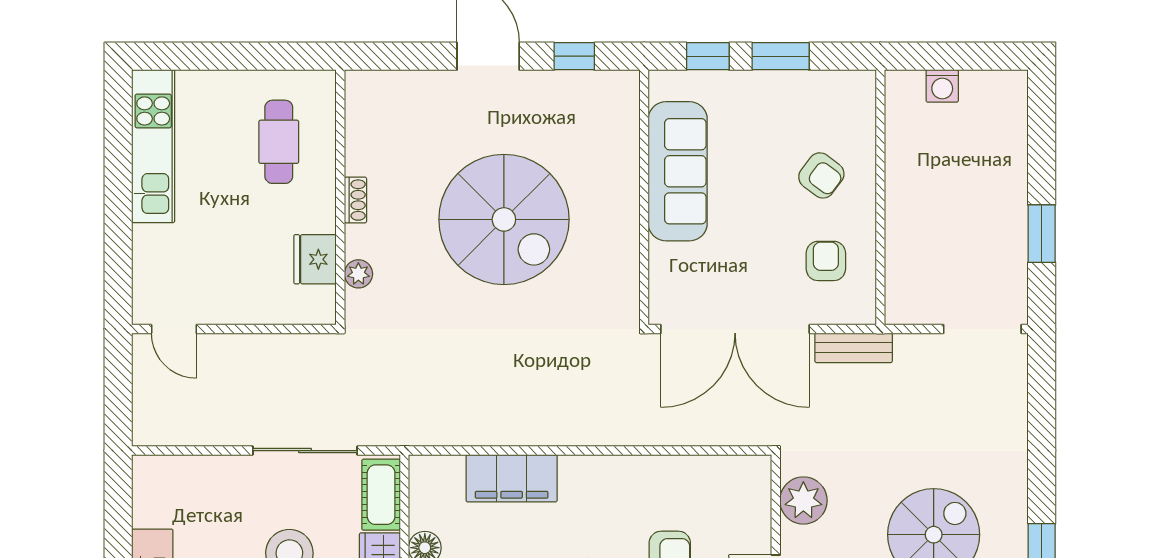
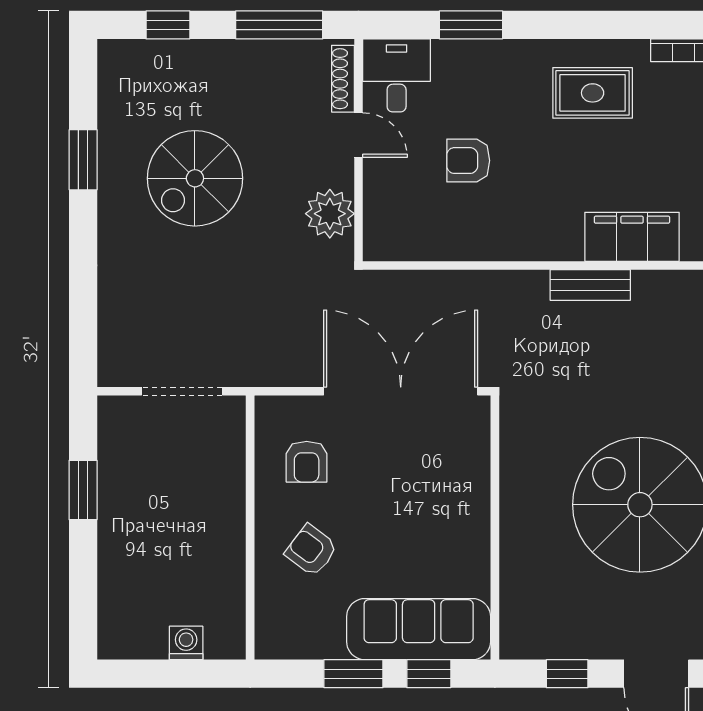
sofa: (678, 171) -> (419, 629), moved, turned 90
doorway: (982, 329) -> (182, 391), moved
bench: (854, 348) -> (590, 285), moved

